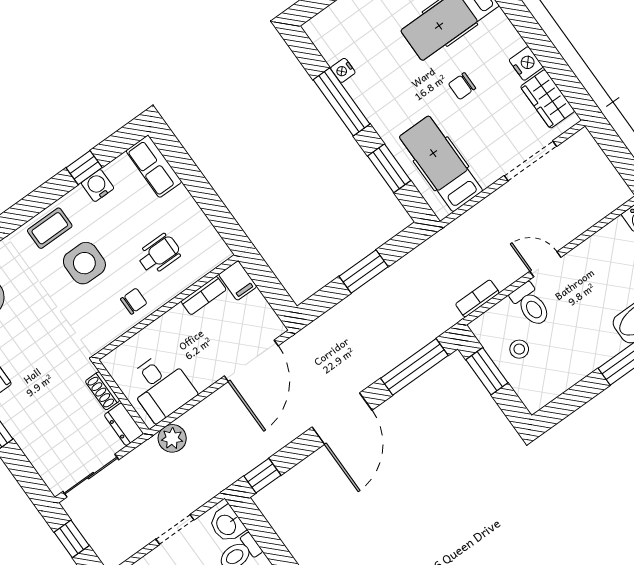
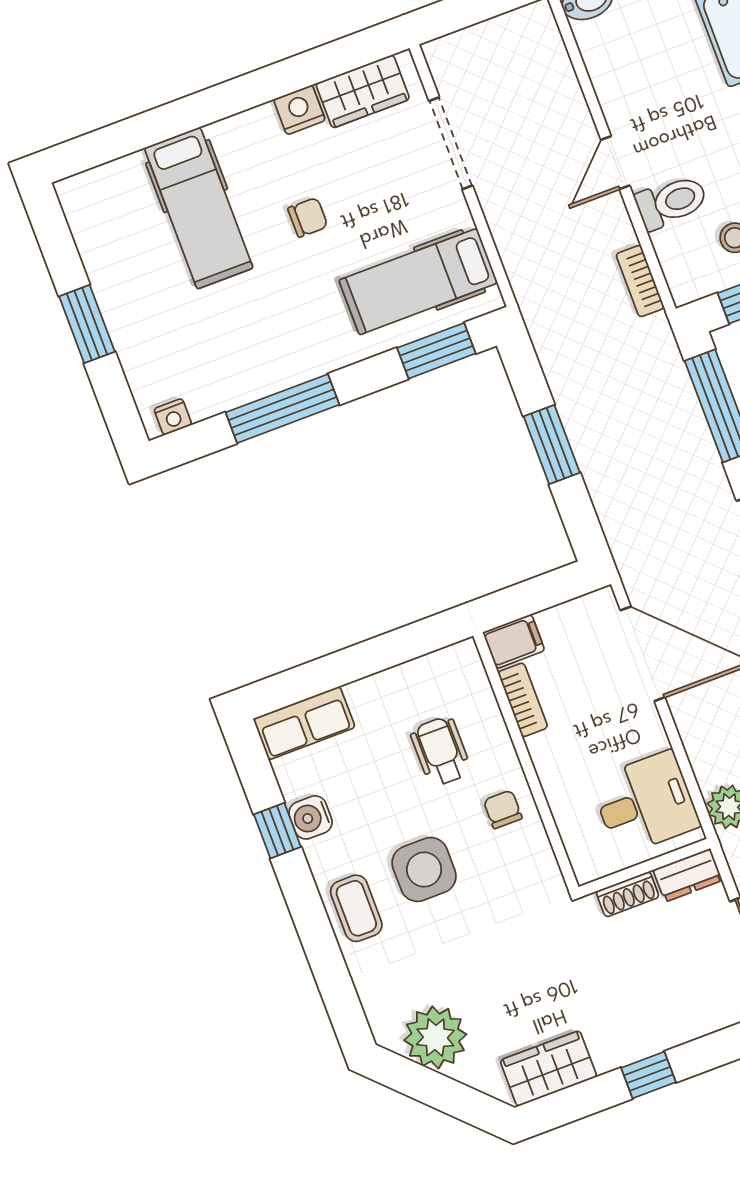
nightstand: (343, 70) -> (173, 417), moved
chair: (462, 86) -> (308, 217), turned -90
window: (389, 168) -> (436, 351), moved

